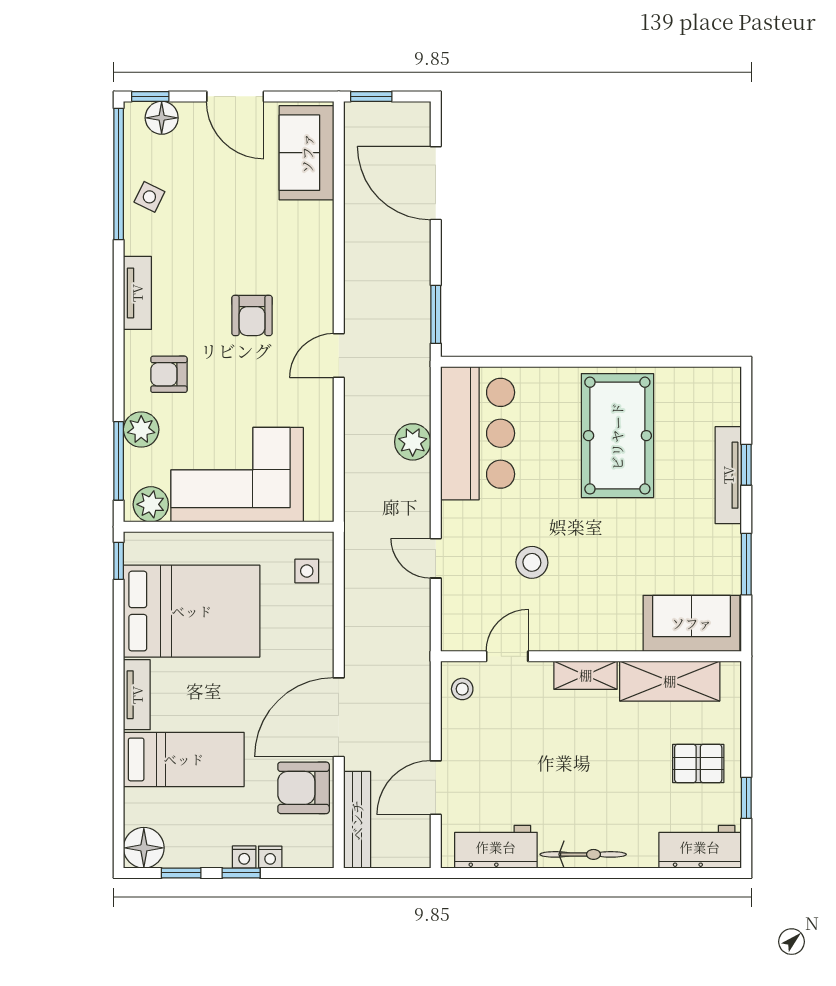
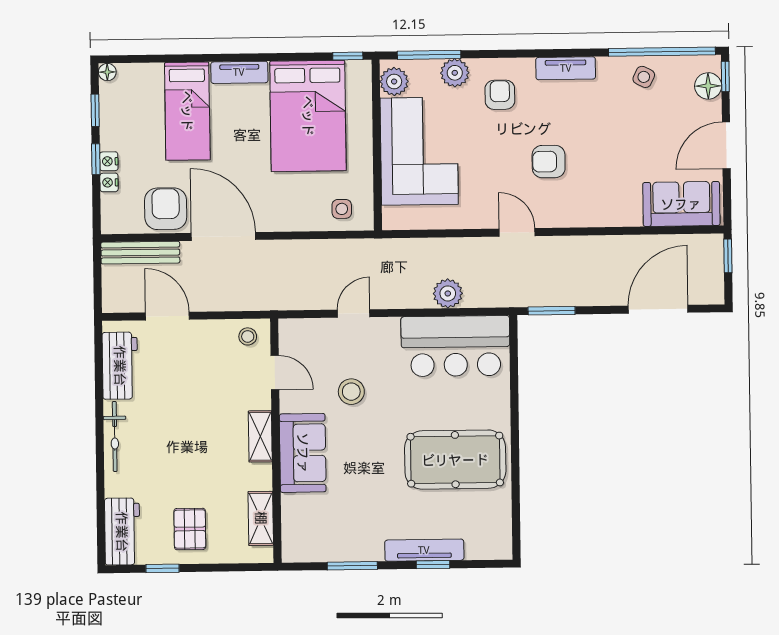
sofa: (692, 623) -> (303, 453), moved
shelving: (670, 681) -> (261, 518), width x0.67, depth x0.75
floor lamp: (144, 848) -> (107, 72), width x0.53, depth x0.53

